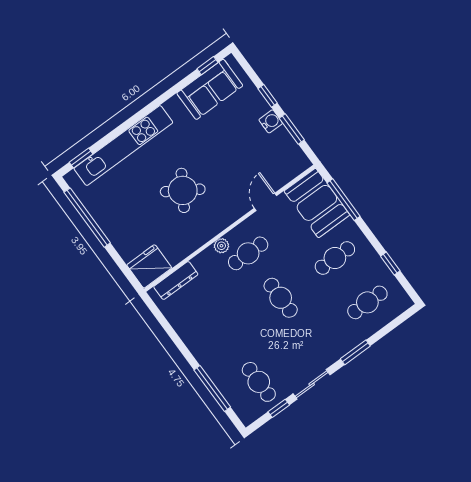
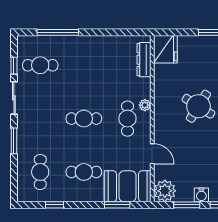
plant: (294, 162) -> (165, 191), added
window: (344, 200) -> (117, 205), width x0.69
cafe table: (335, 258) -> (84, 172), turned 90

